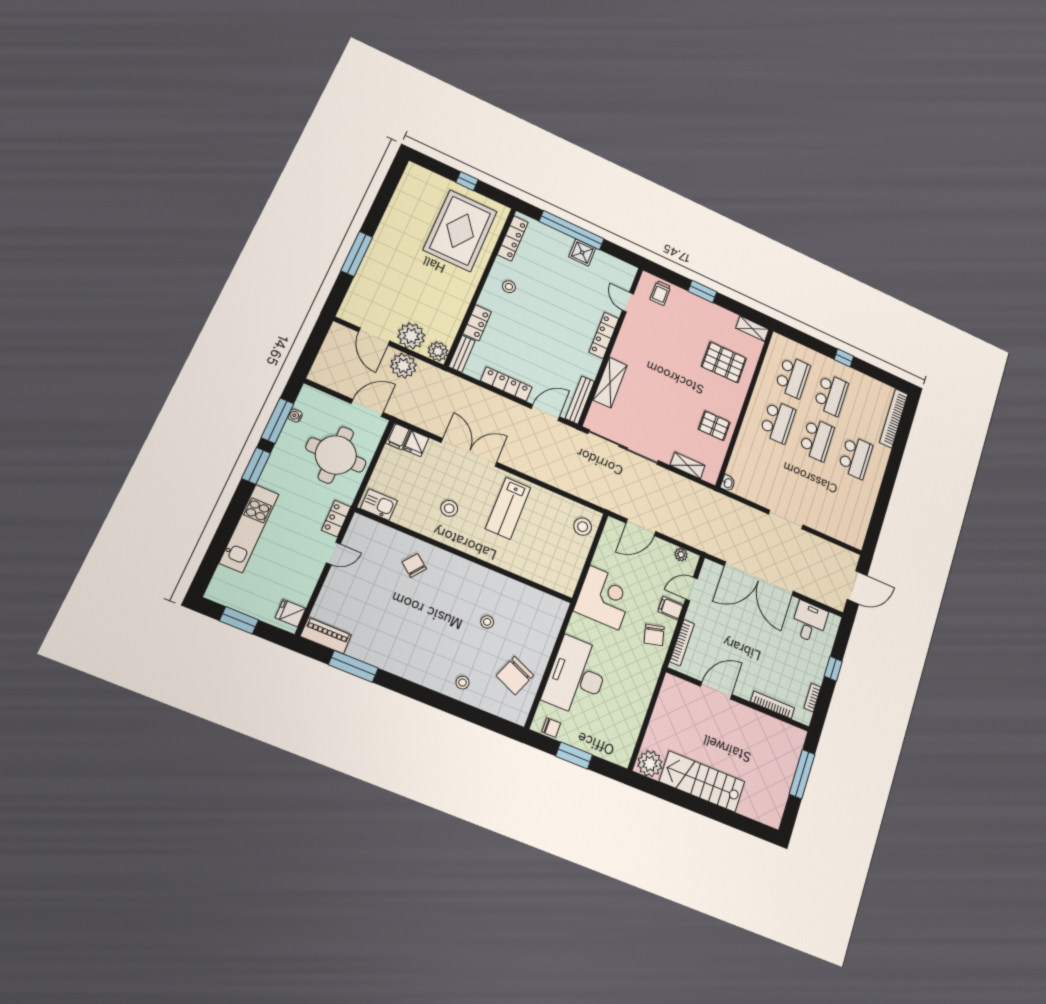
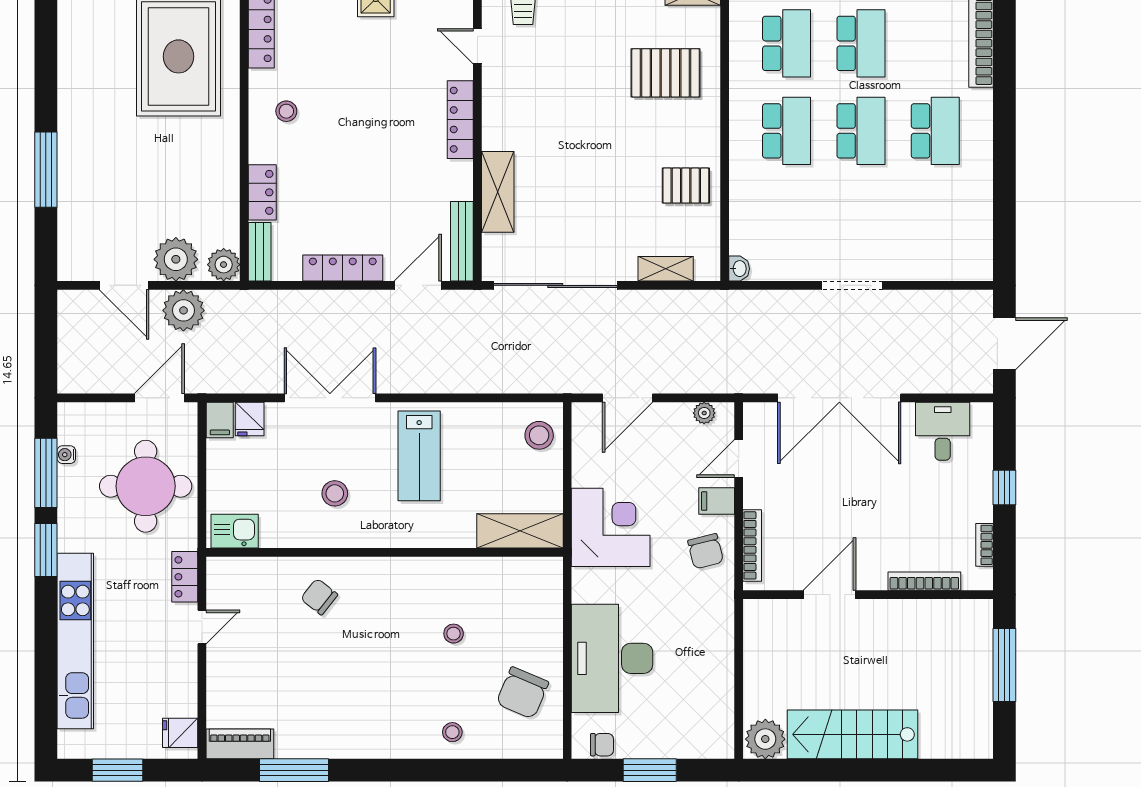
kitchen unit: (249, 528) -> (75, 641), width x1.36
shelving: (551, 577) -> (520, 531), added

